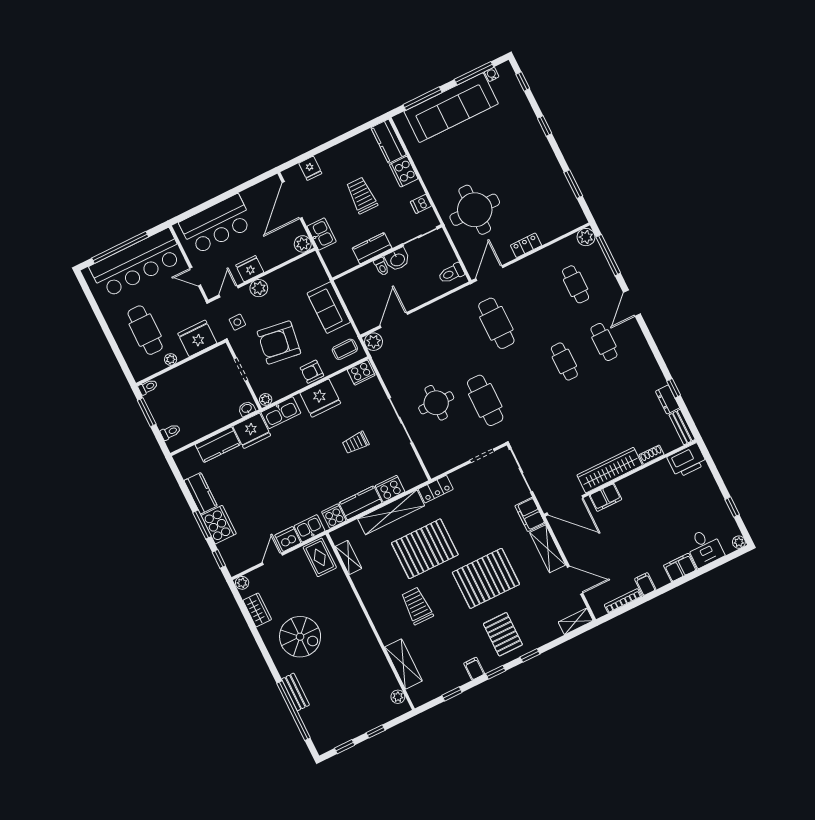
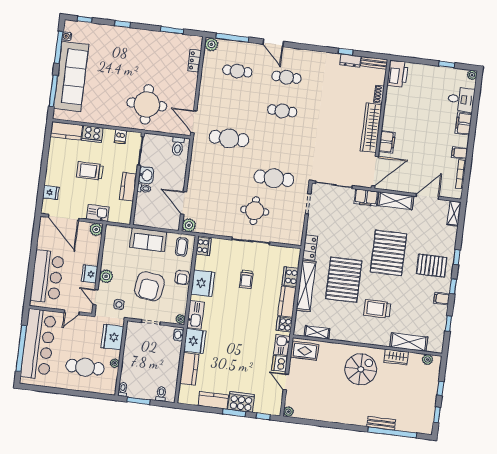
locker: (526, 245) -> (195, 61), moved
wardrobe: (257, 610) -> (396, 357), moved, turned 180
spiral stairs: (300, 637) -> (361, 369), moved

